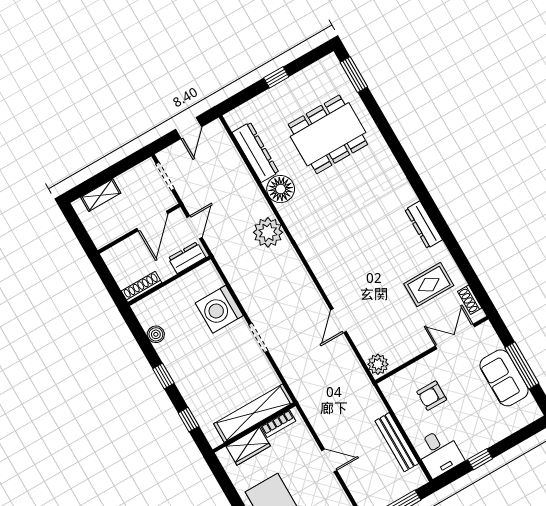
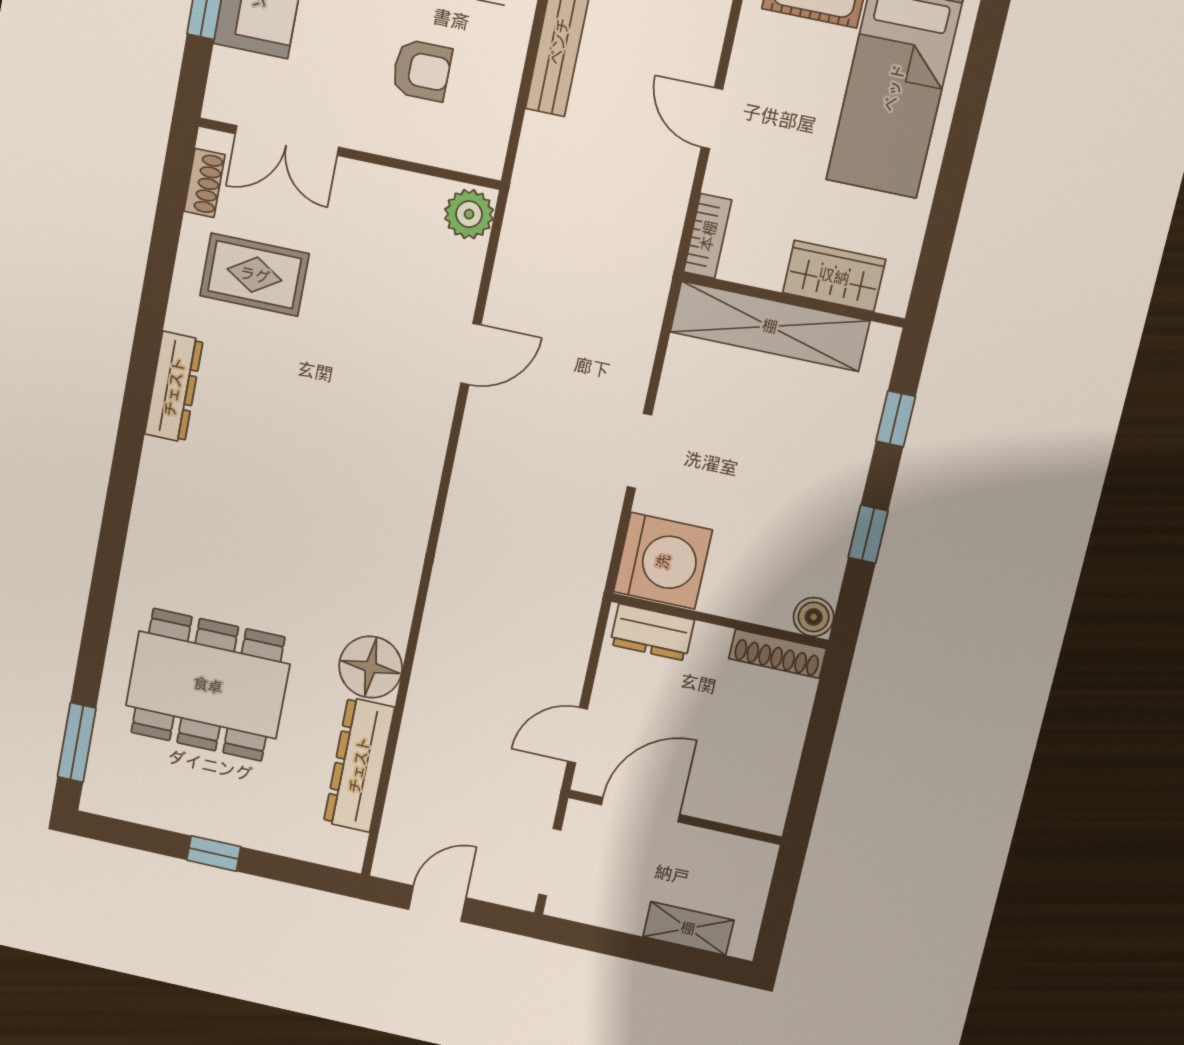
plant: (268, 232) -> (458, 615), removed
dresser: (187, 258) -> (652, 632), moved
wall: (169, 281) -> (720, 621), moved
shoe rack: (142, 287) -> (778, 654), moved
bookcase: (278, 424) -> (708, 236), moved, turned 90

